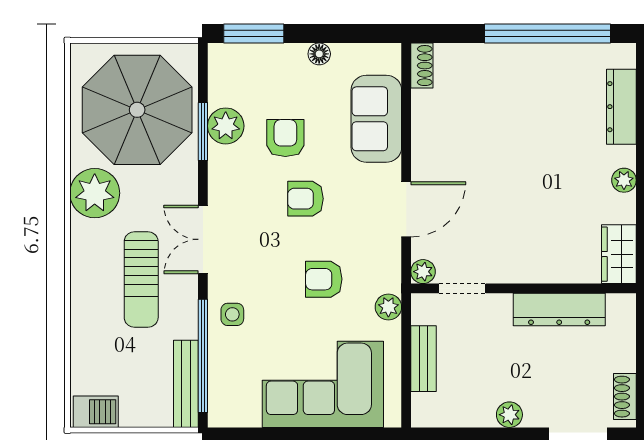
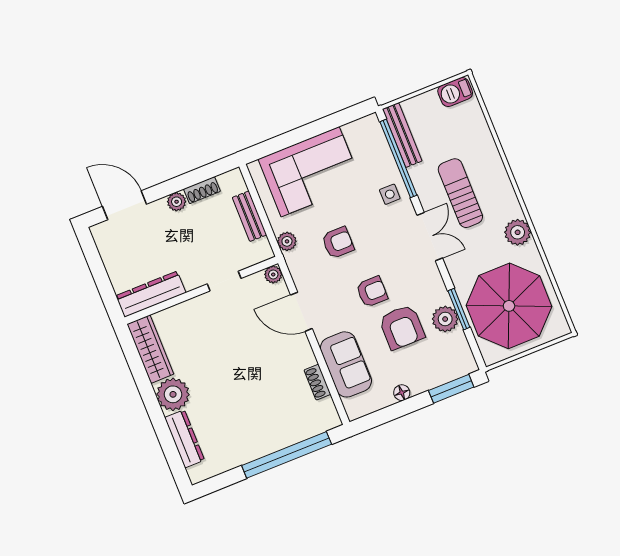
window: (547, 33) -> (287, 455), moved
shoe rack: (422, 66) -> (317, 382), moved
armchair: (285, 138) -> (402, 327), width x1.38, depth x1.38
plant: (624, 180) -> (173, 394), width x1.88, depth x1.88
plant: (95, 193) -> (518, 232), width x0.73, depth x0.73
door: (406, 209) -> (301, 312), hinge flipped
wardrobe: (619, 254) -> (150, 349), width x1.50
doorway: (462, 288) -> (224, 281), moved
dresser: (559, 309) -> (151, 294), moved
shoe rack: (625, 397) -> (202, 190), moved, turned 90

